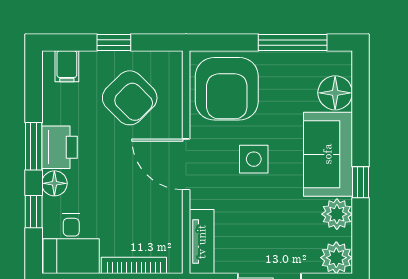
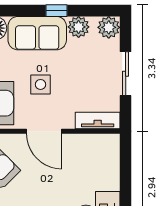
door: (186, 164) -> (44, 131), hinge flipped
bookcase: (134, 265) -> (114, 167), removed

